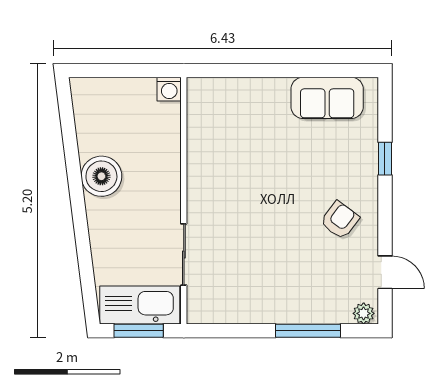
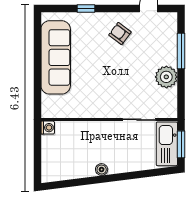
sofa: (327, 98) -> (56, 57), width x1.85, depth x1.27
boiler: (101, 176) -> (102, 169), width x0.54, depth x0.54
plant: (364, 313) -> (166, 77), moved, width x1.88, depth x1.88

